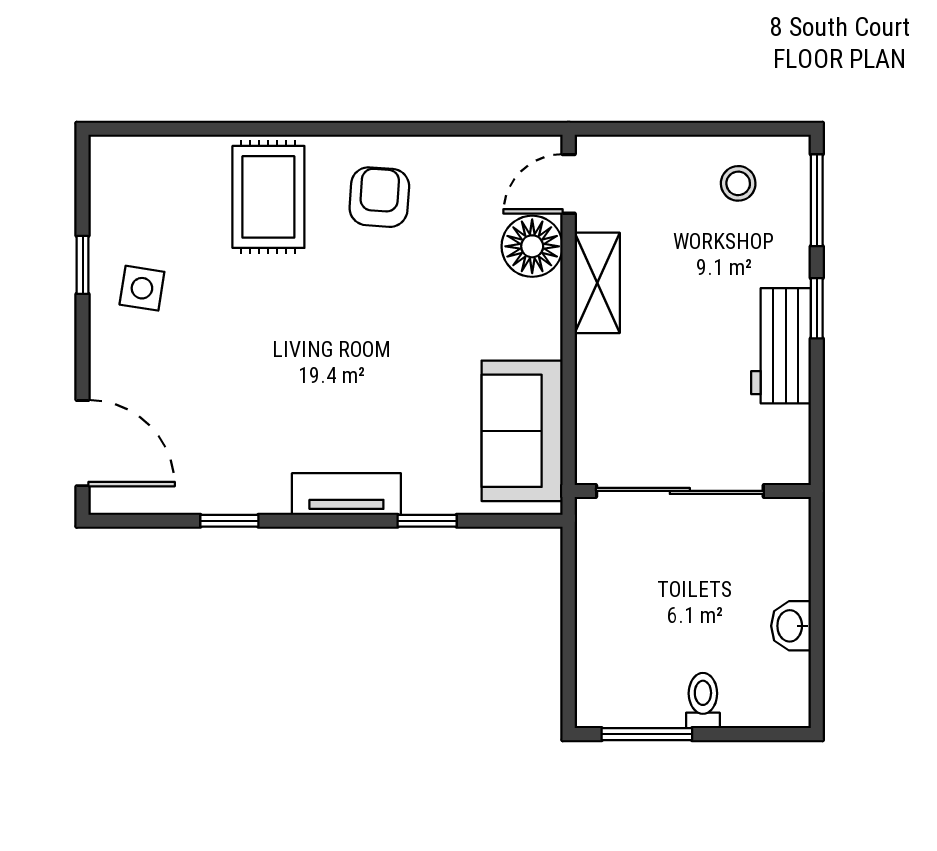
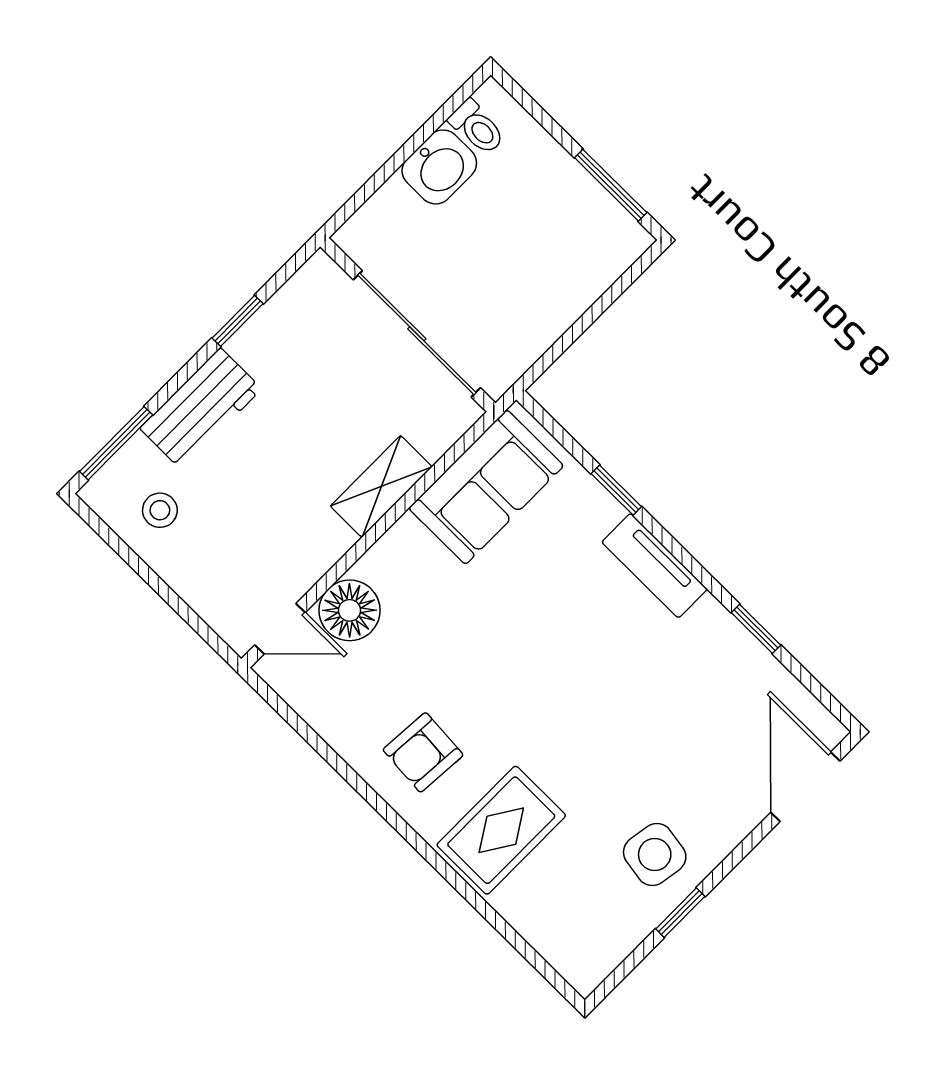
shelving: (597, 283) -> (381, 486), moved
side table: (142, 288) -> (655, 855), width x1.37, depth x1.37
window: (817, 308) -> (238, 321), moved
workbench: (781, 346) -> (201, 409), moved
washbasin: (791, 626) -> (439, 167), width x1.38, depth x1.45
toilet: (703, 701) -> (477, 127), moved, turned -90

